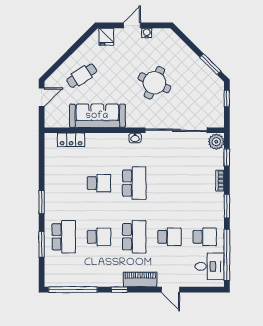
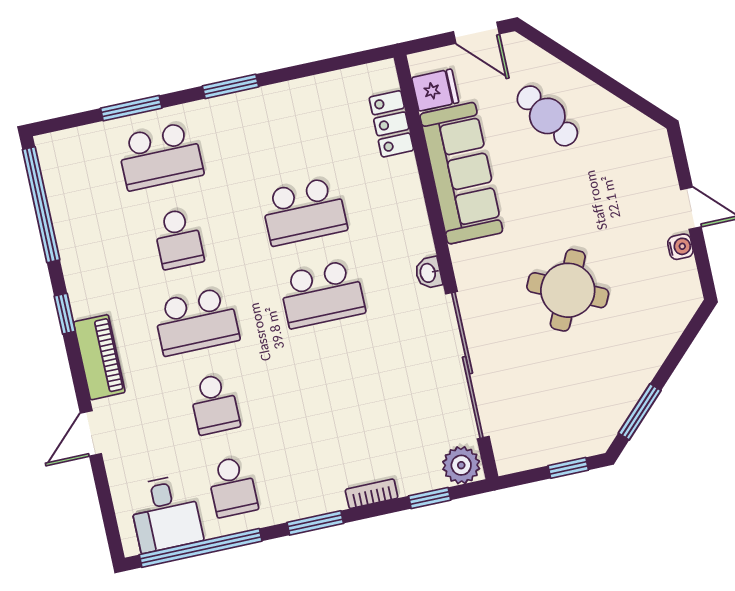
fridge: (106, 37) -> (435, 90), moved, turned 180
school desk: (99, 183) -> (304, 211), width x1.85

